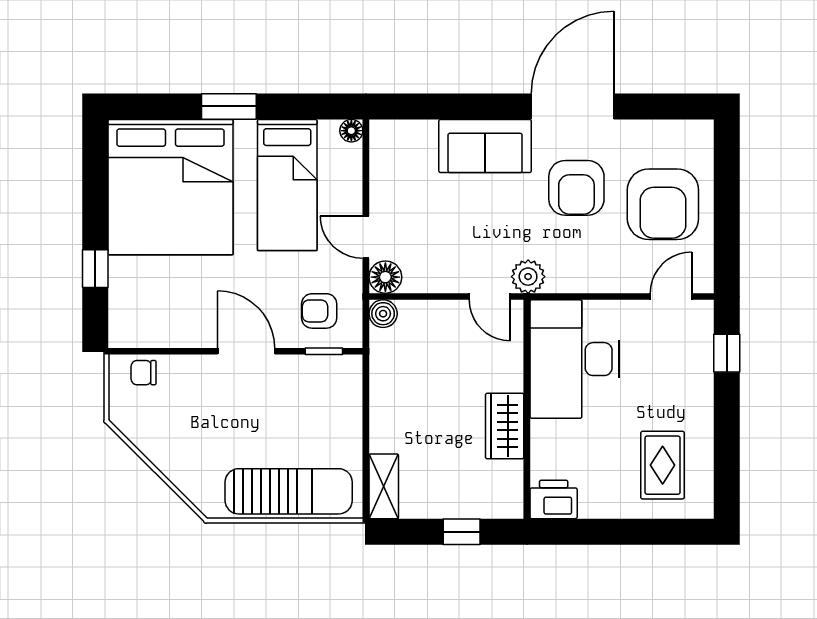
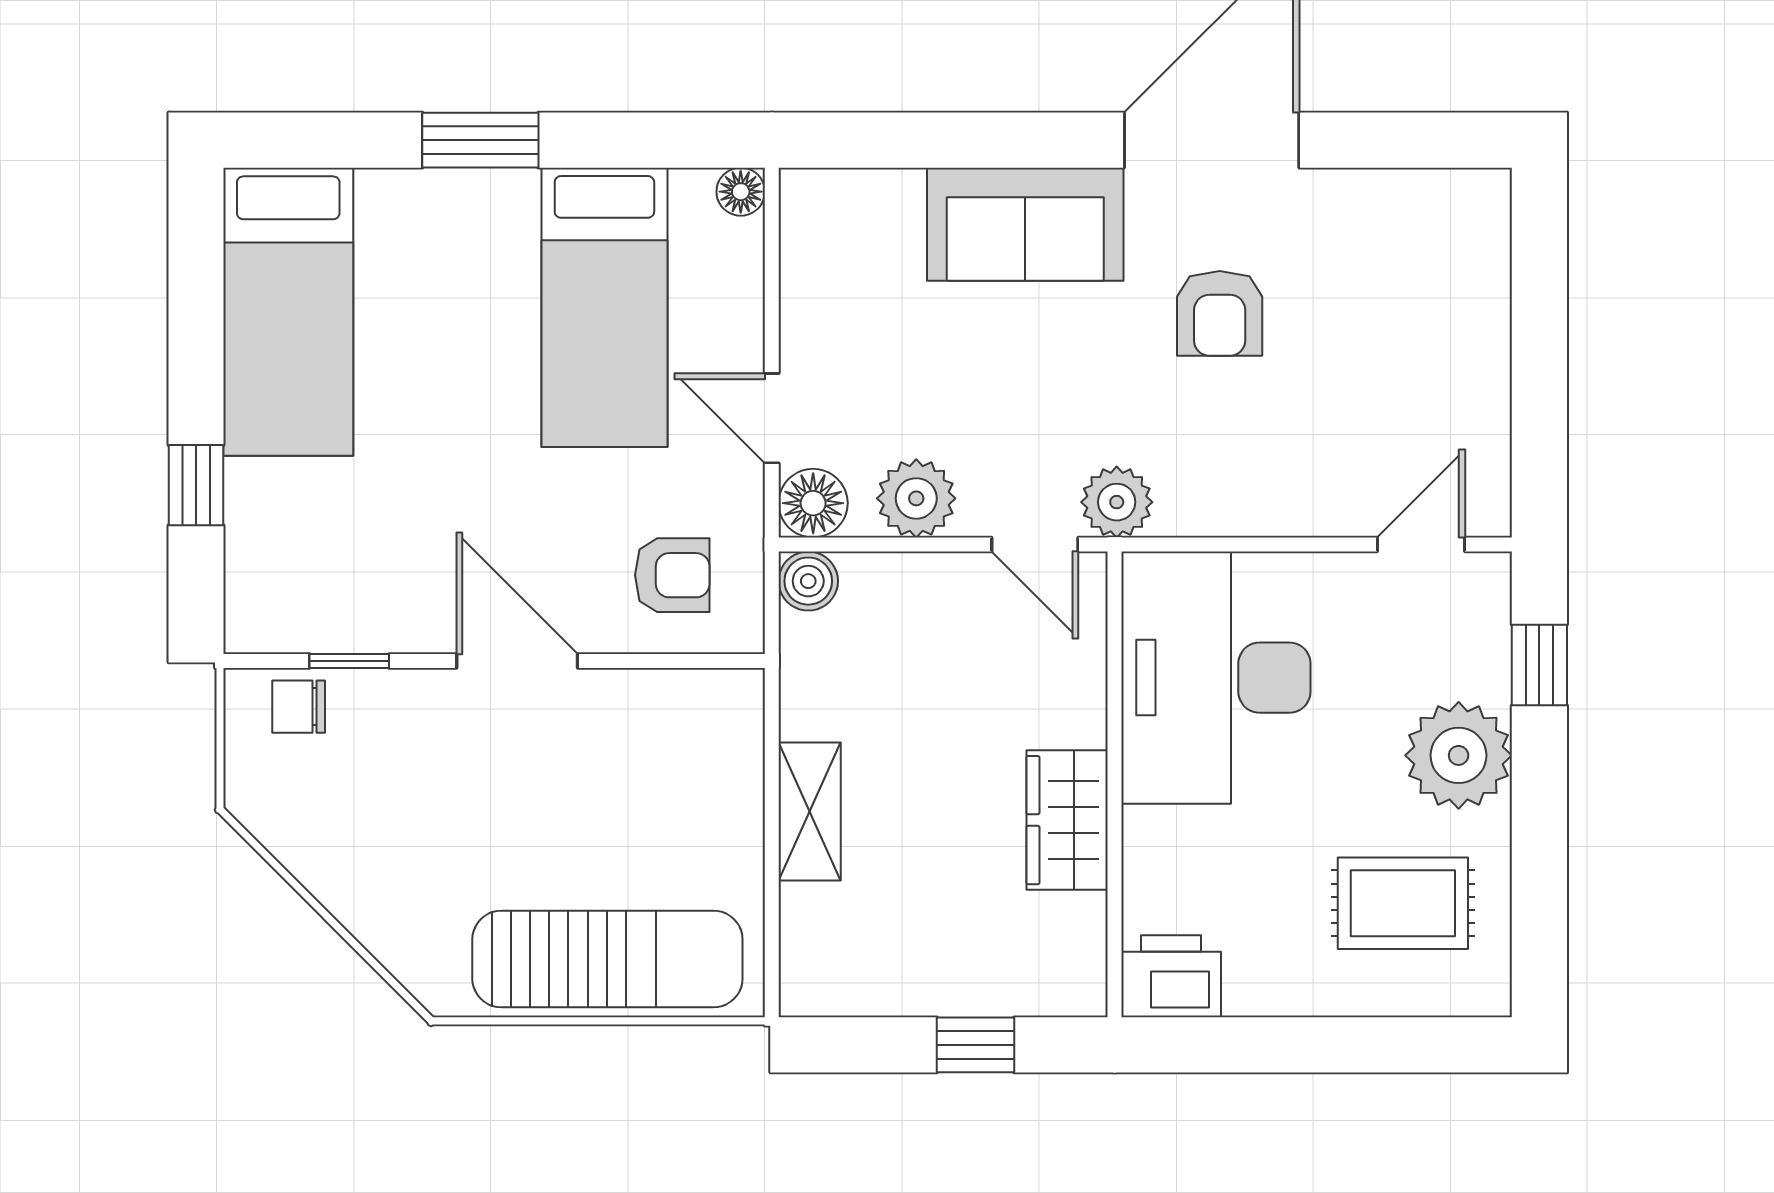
bed: (170, 187) -> (288, 312), width x0.49
armchair: (576, 188) -> (1220, 313), width x0.72, depth x0.72
armchair: (663, 204) -> (1404, 348), removed
plant: (434, 275) -> (916, 498), added
armchair: (319, 311) -> (672, 575), turned 180
window: (324, 351) -> (349, 661), moved
plant: (689, 396) -> (1459, 755), added
rug: (663, 465) -> (1403, 903), turned 90
shelving: (384, 486) -> (810, 811), moved

